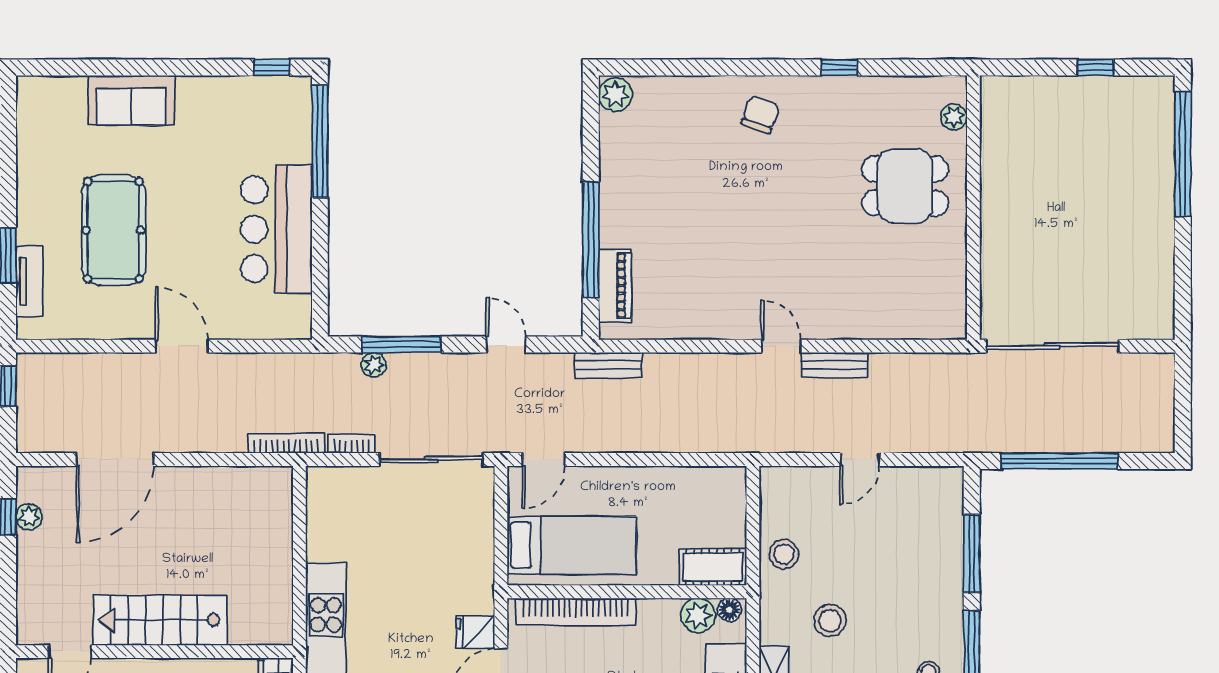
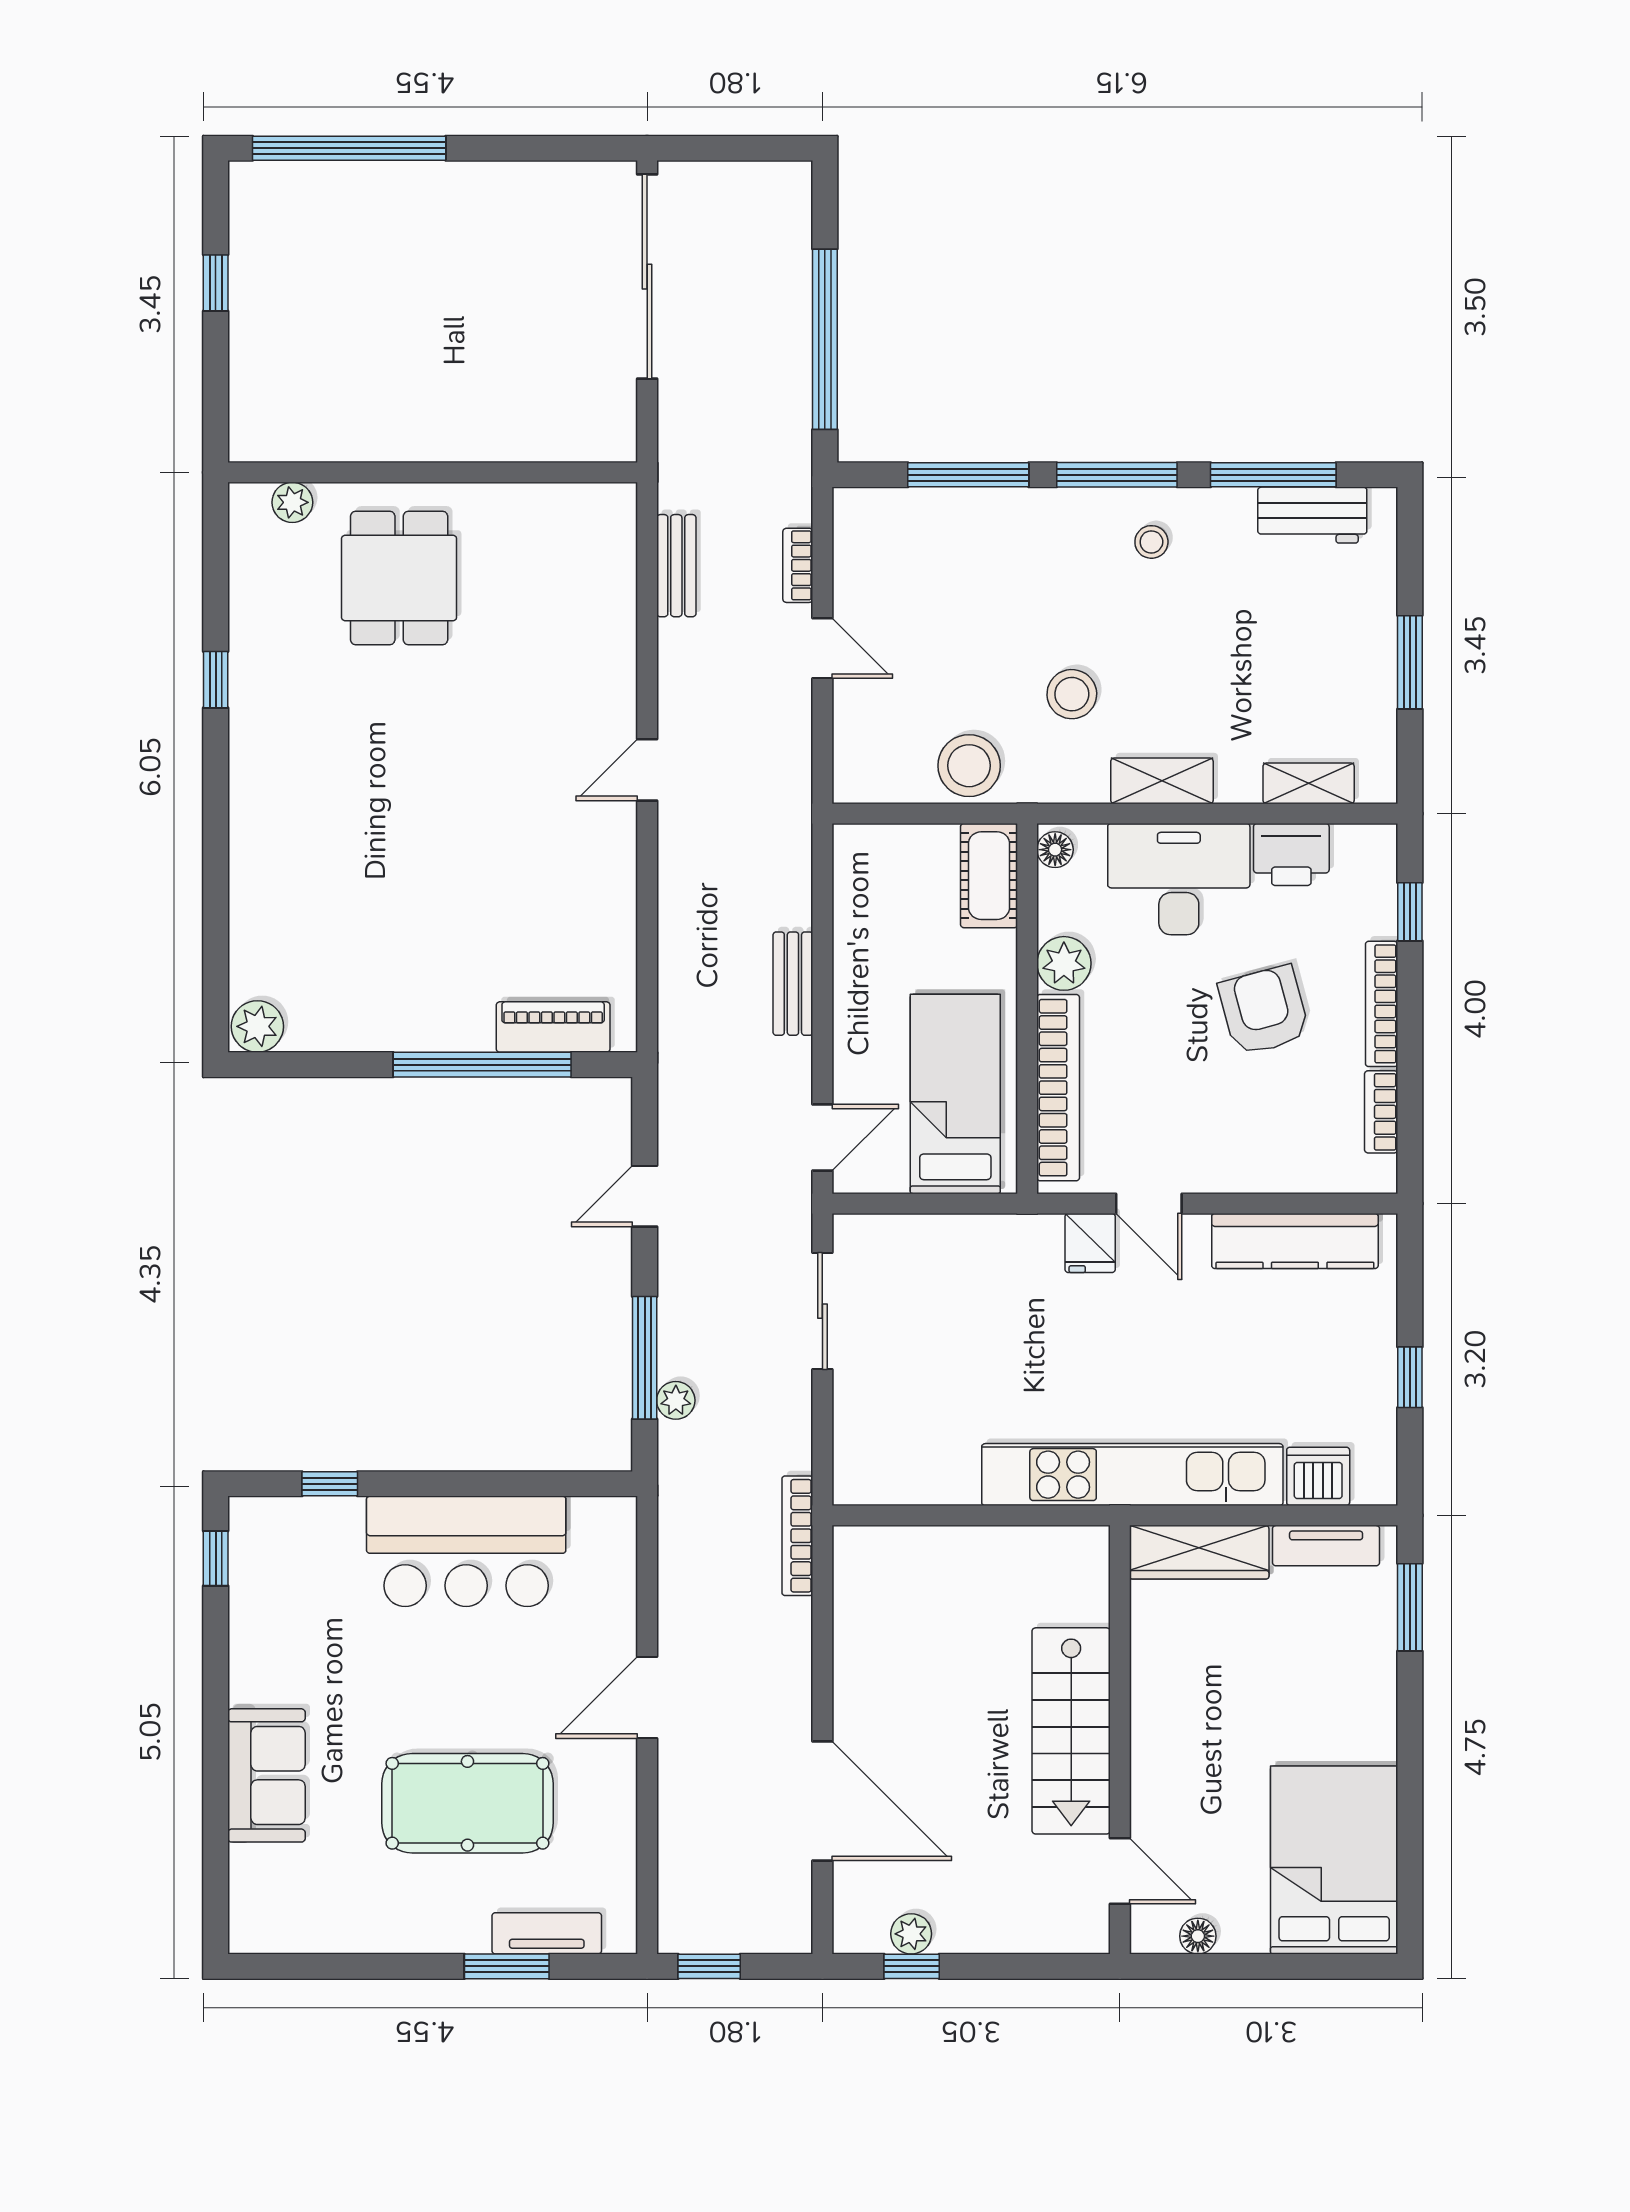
chair: (760, 115) -> (289, 802), removed
window: (320, 141) -> (330, 1484), width x0.32
sliding door: (1052, 346) -> (647, 277), moved
bench: (608, 365) -> (793, 984), moved
bench: (834, 365) -> (676, 566), moved
bookcase: (352, 444) -> (798, 565), moved
sliding door: (431, 459) -> (822, 1311), width x0.73
door: (544, 459) -> (822, 1137), hinge flipped
stool: (784, 554) -> (969, 766), width x1.38, depth x1.38
plant: (698, 615) -> (1064, 963), moved

